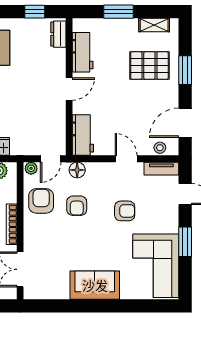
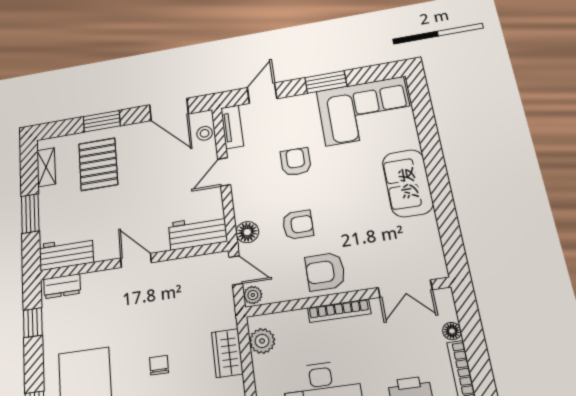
workbench: (83, 52) -> (66, 253), moved
armchair: (41, 201) -> (325, 272), moved

